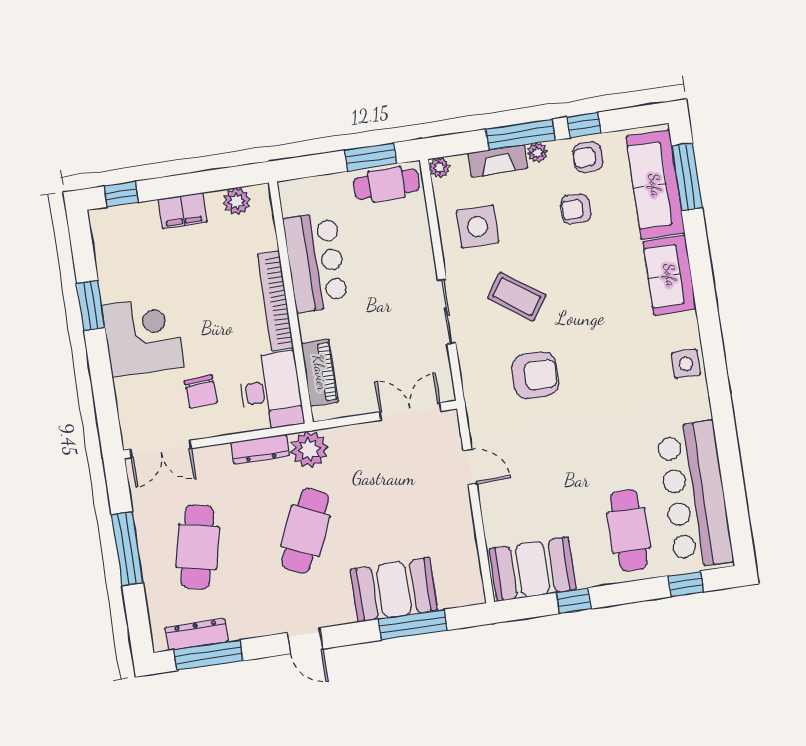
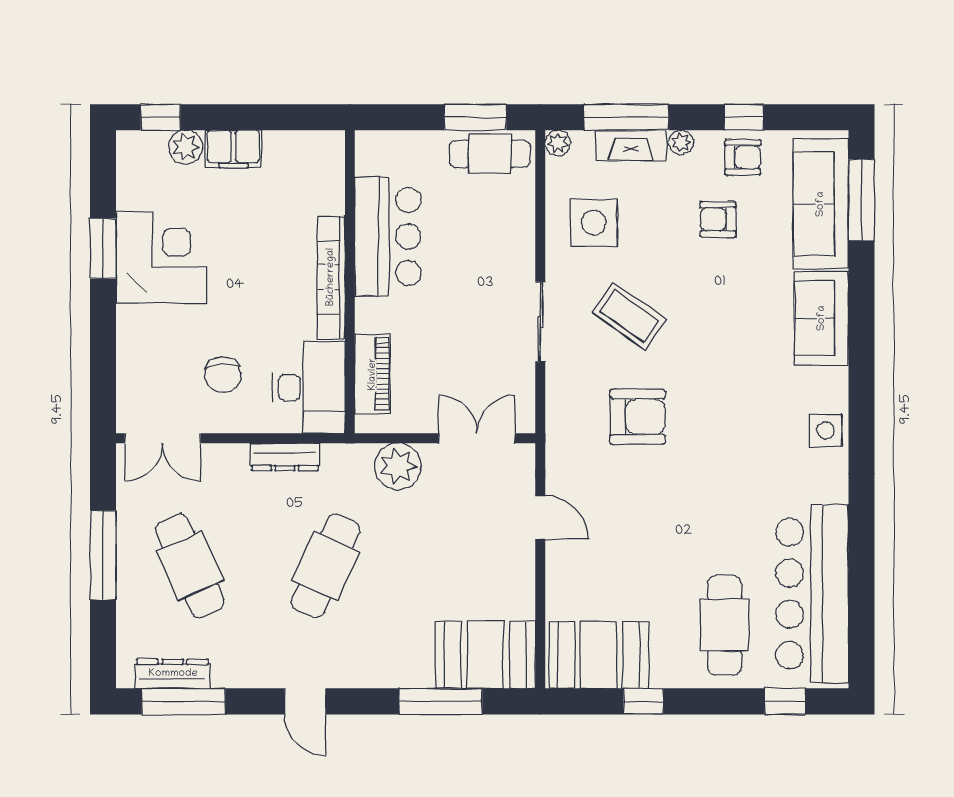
window: (521, 135) -> (626, 117), moved
armchair: (588, 157) -> (743, 157), turned 180
plant: (237, 201) -> (186, 147), moved
corner desk: (143, 336) -> (161, 258), moved
plant: (309, 449) -> (398, 466), moved
cafe table: (197, 547) -> (190, 566), turned -36
booth: (394, 590) -> (485, 655), moved

